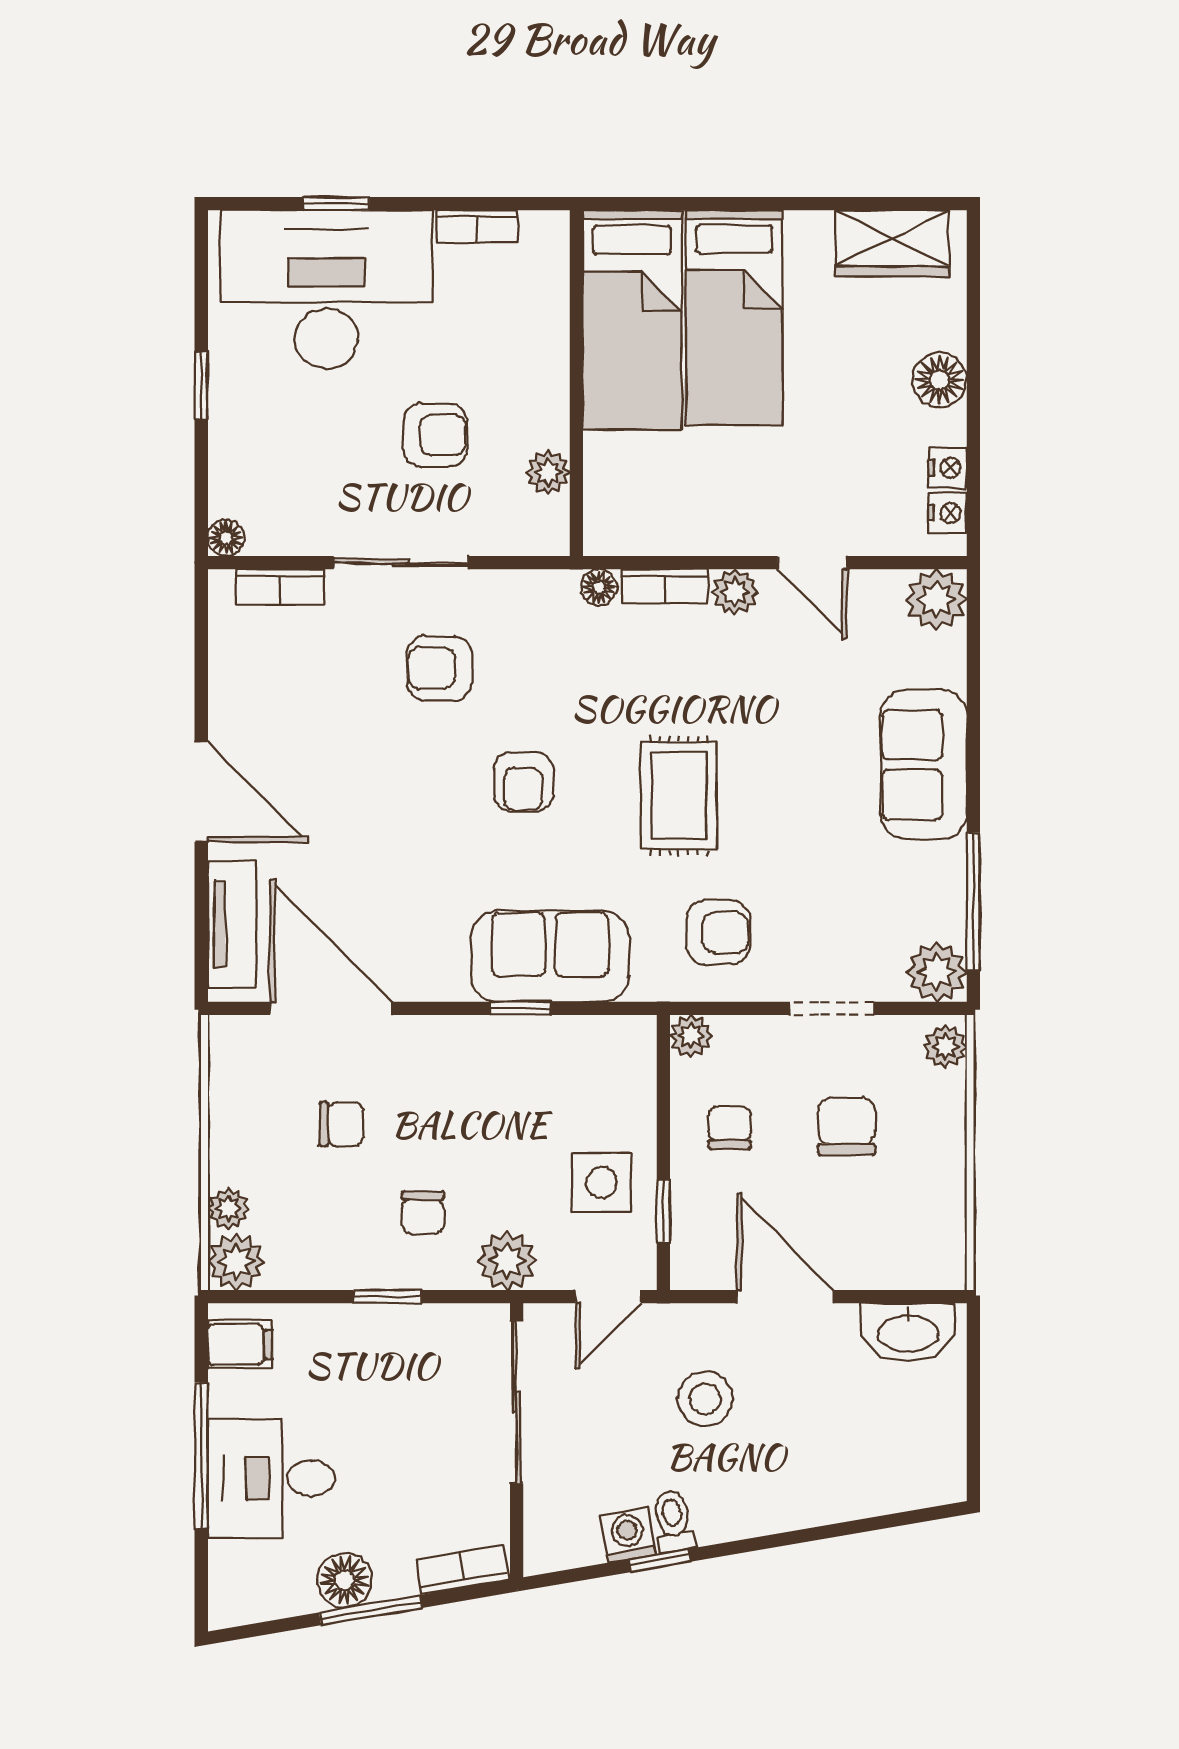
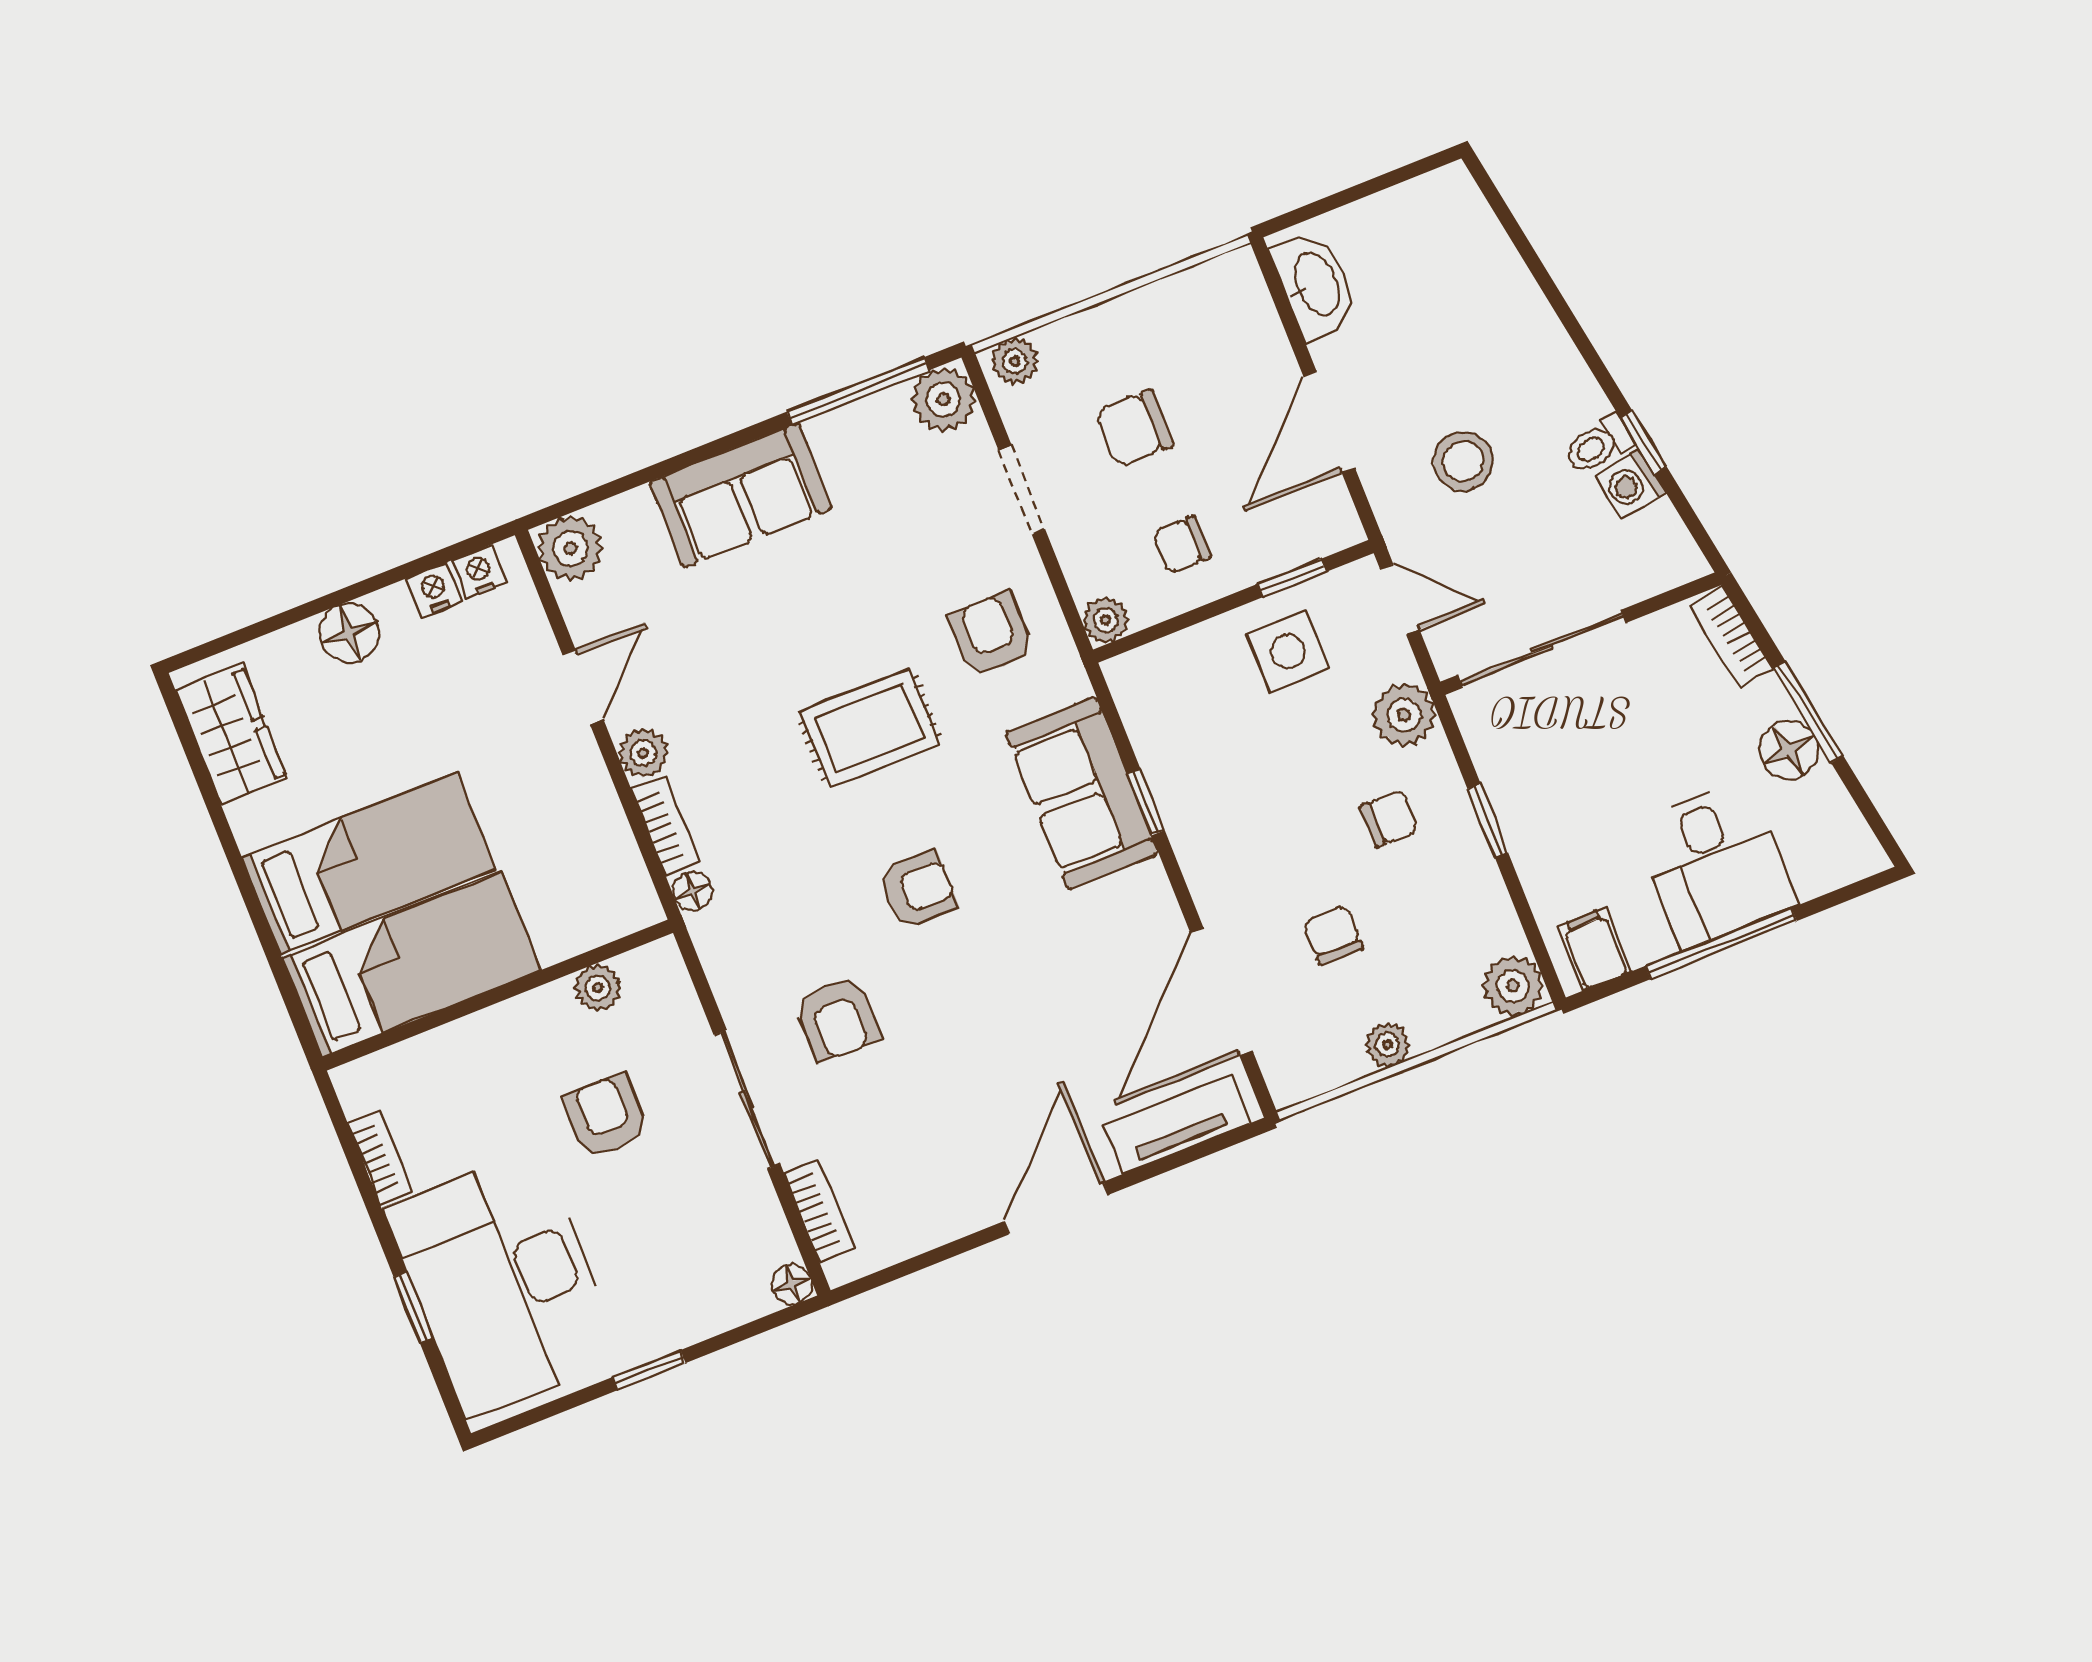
plant: (228, 1208) -> (1388, 1045), moved

